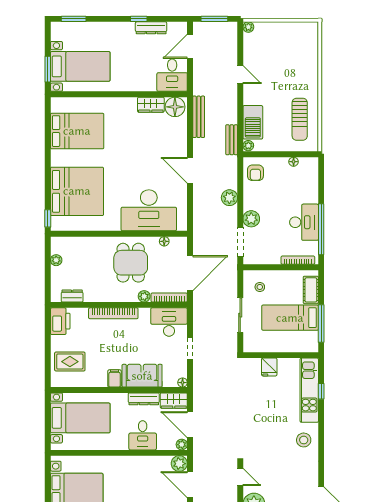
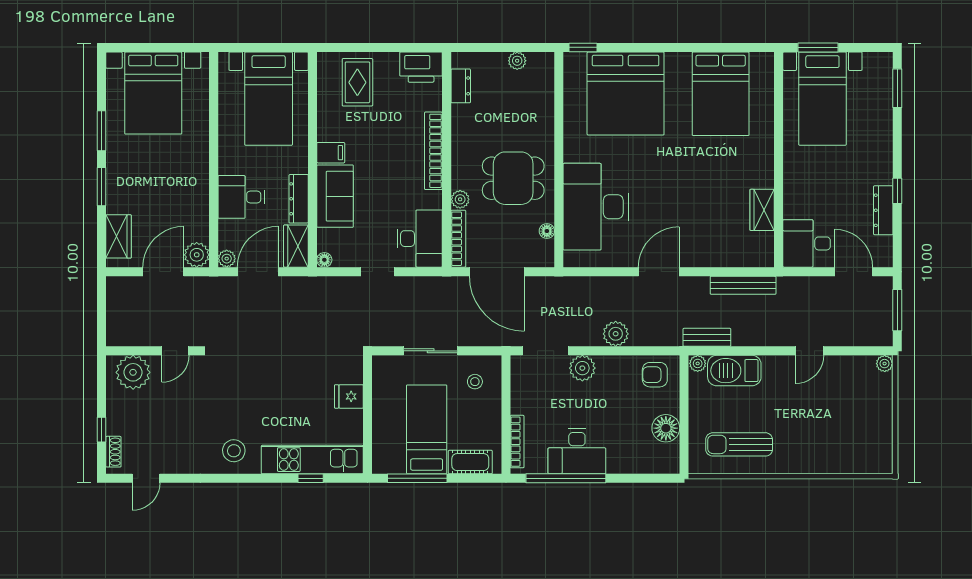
floor lamp: (175, 107) -> (759, 248), removed
floor lamp: (294, 162) -> (666, 428), width x1.89, depth x1.89

